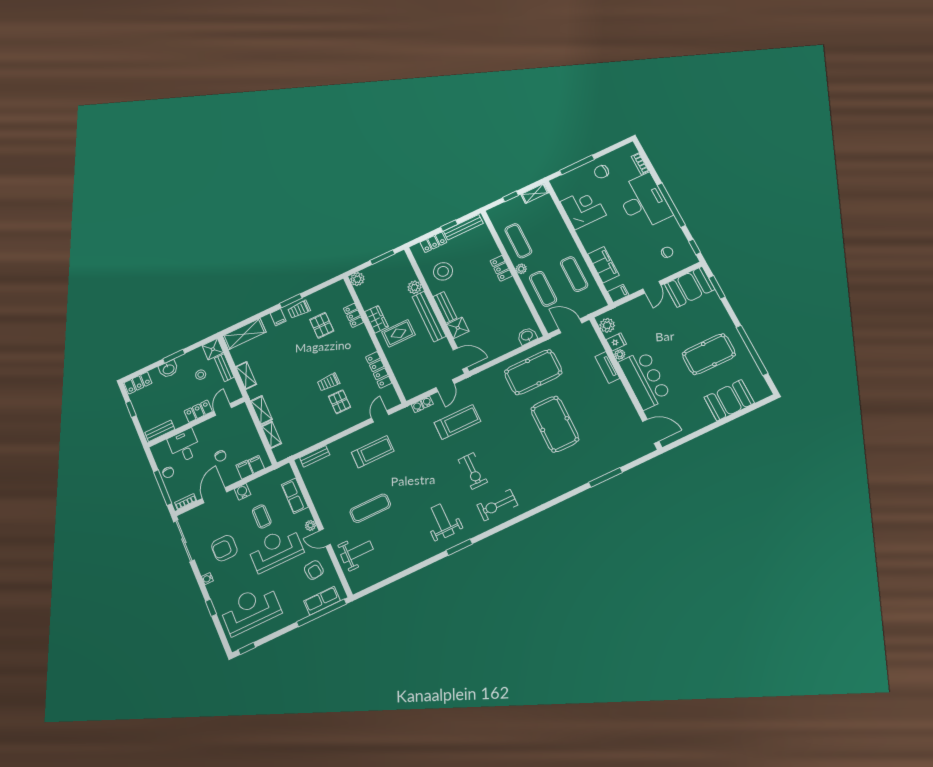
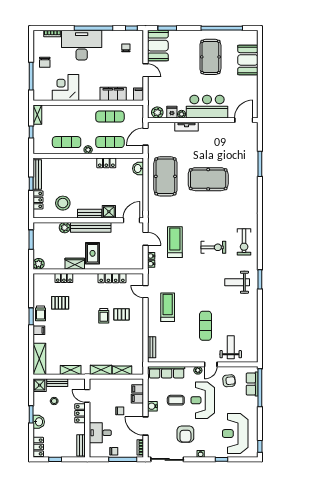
locker: (501, 268) -> (106, 163), moved
row of seats: (295, 496) -> (167, 372), width x1.48

